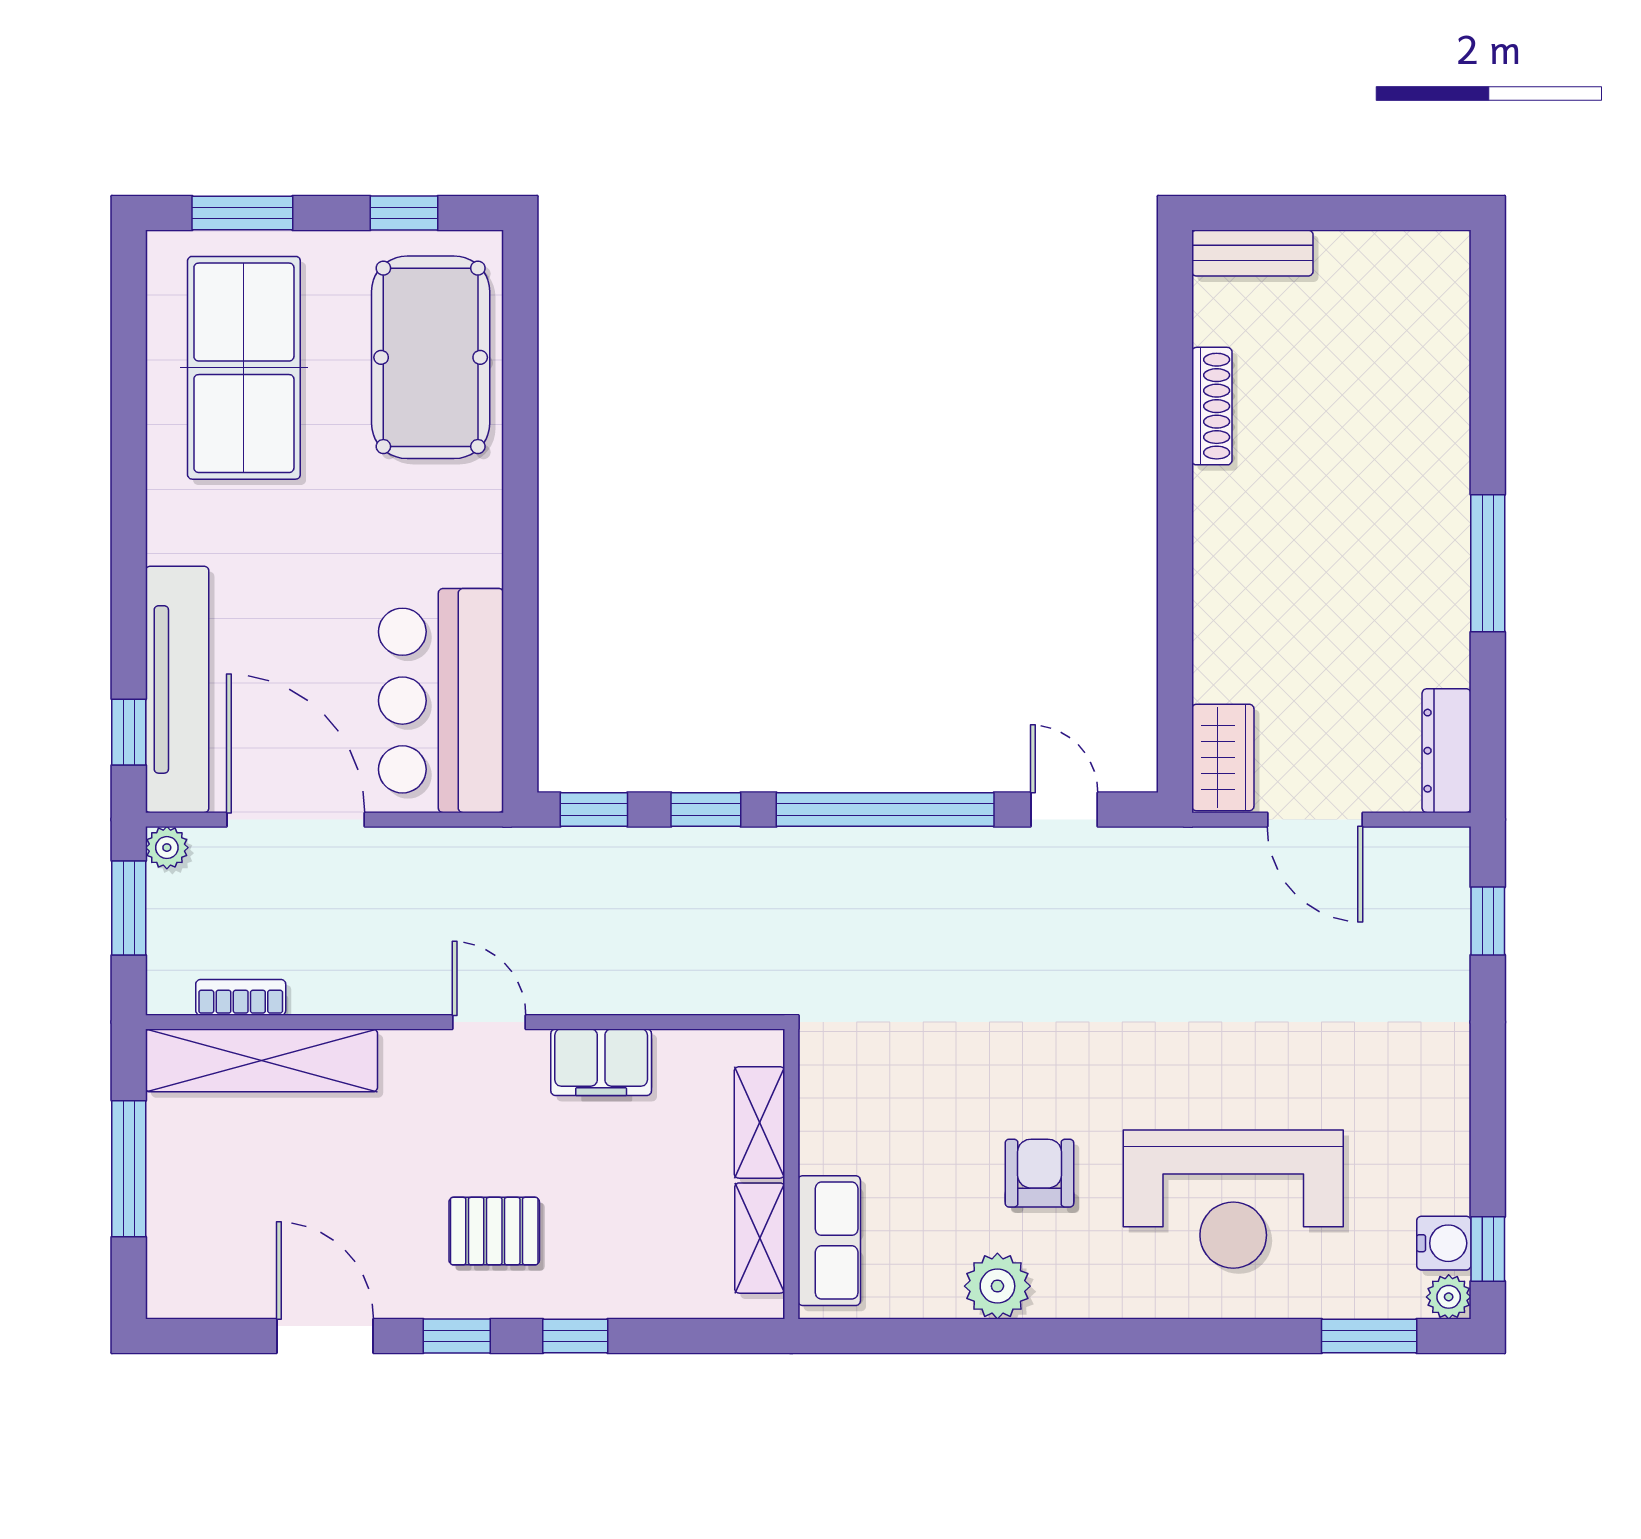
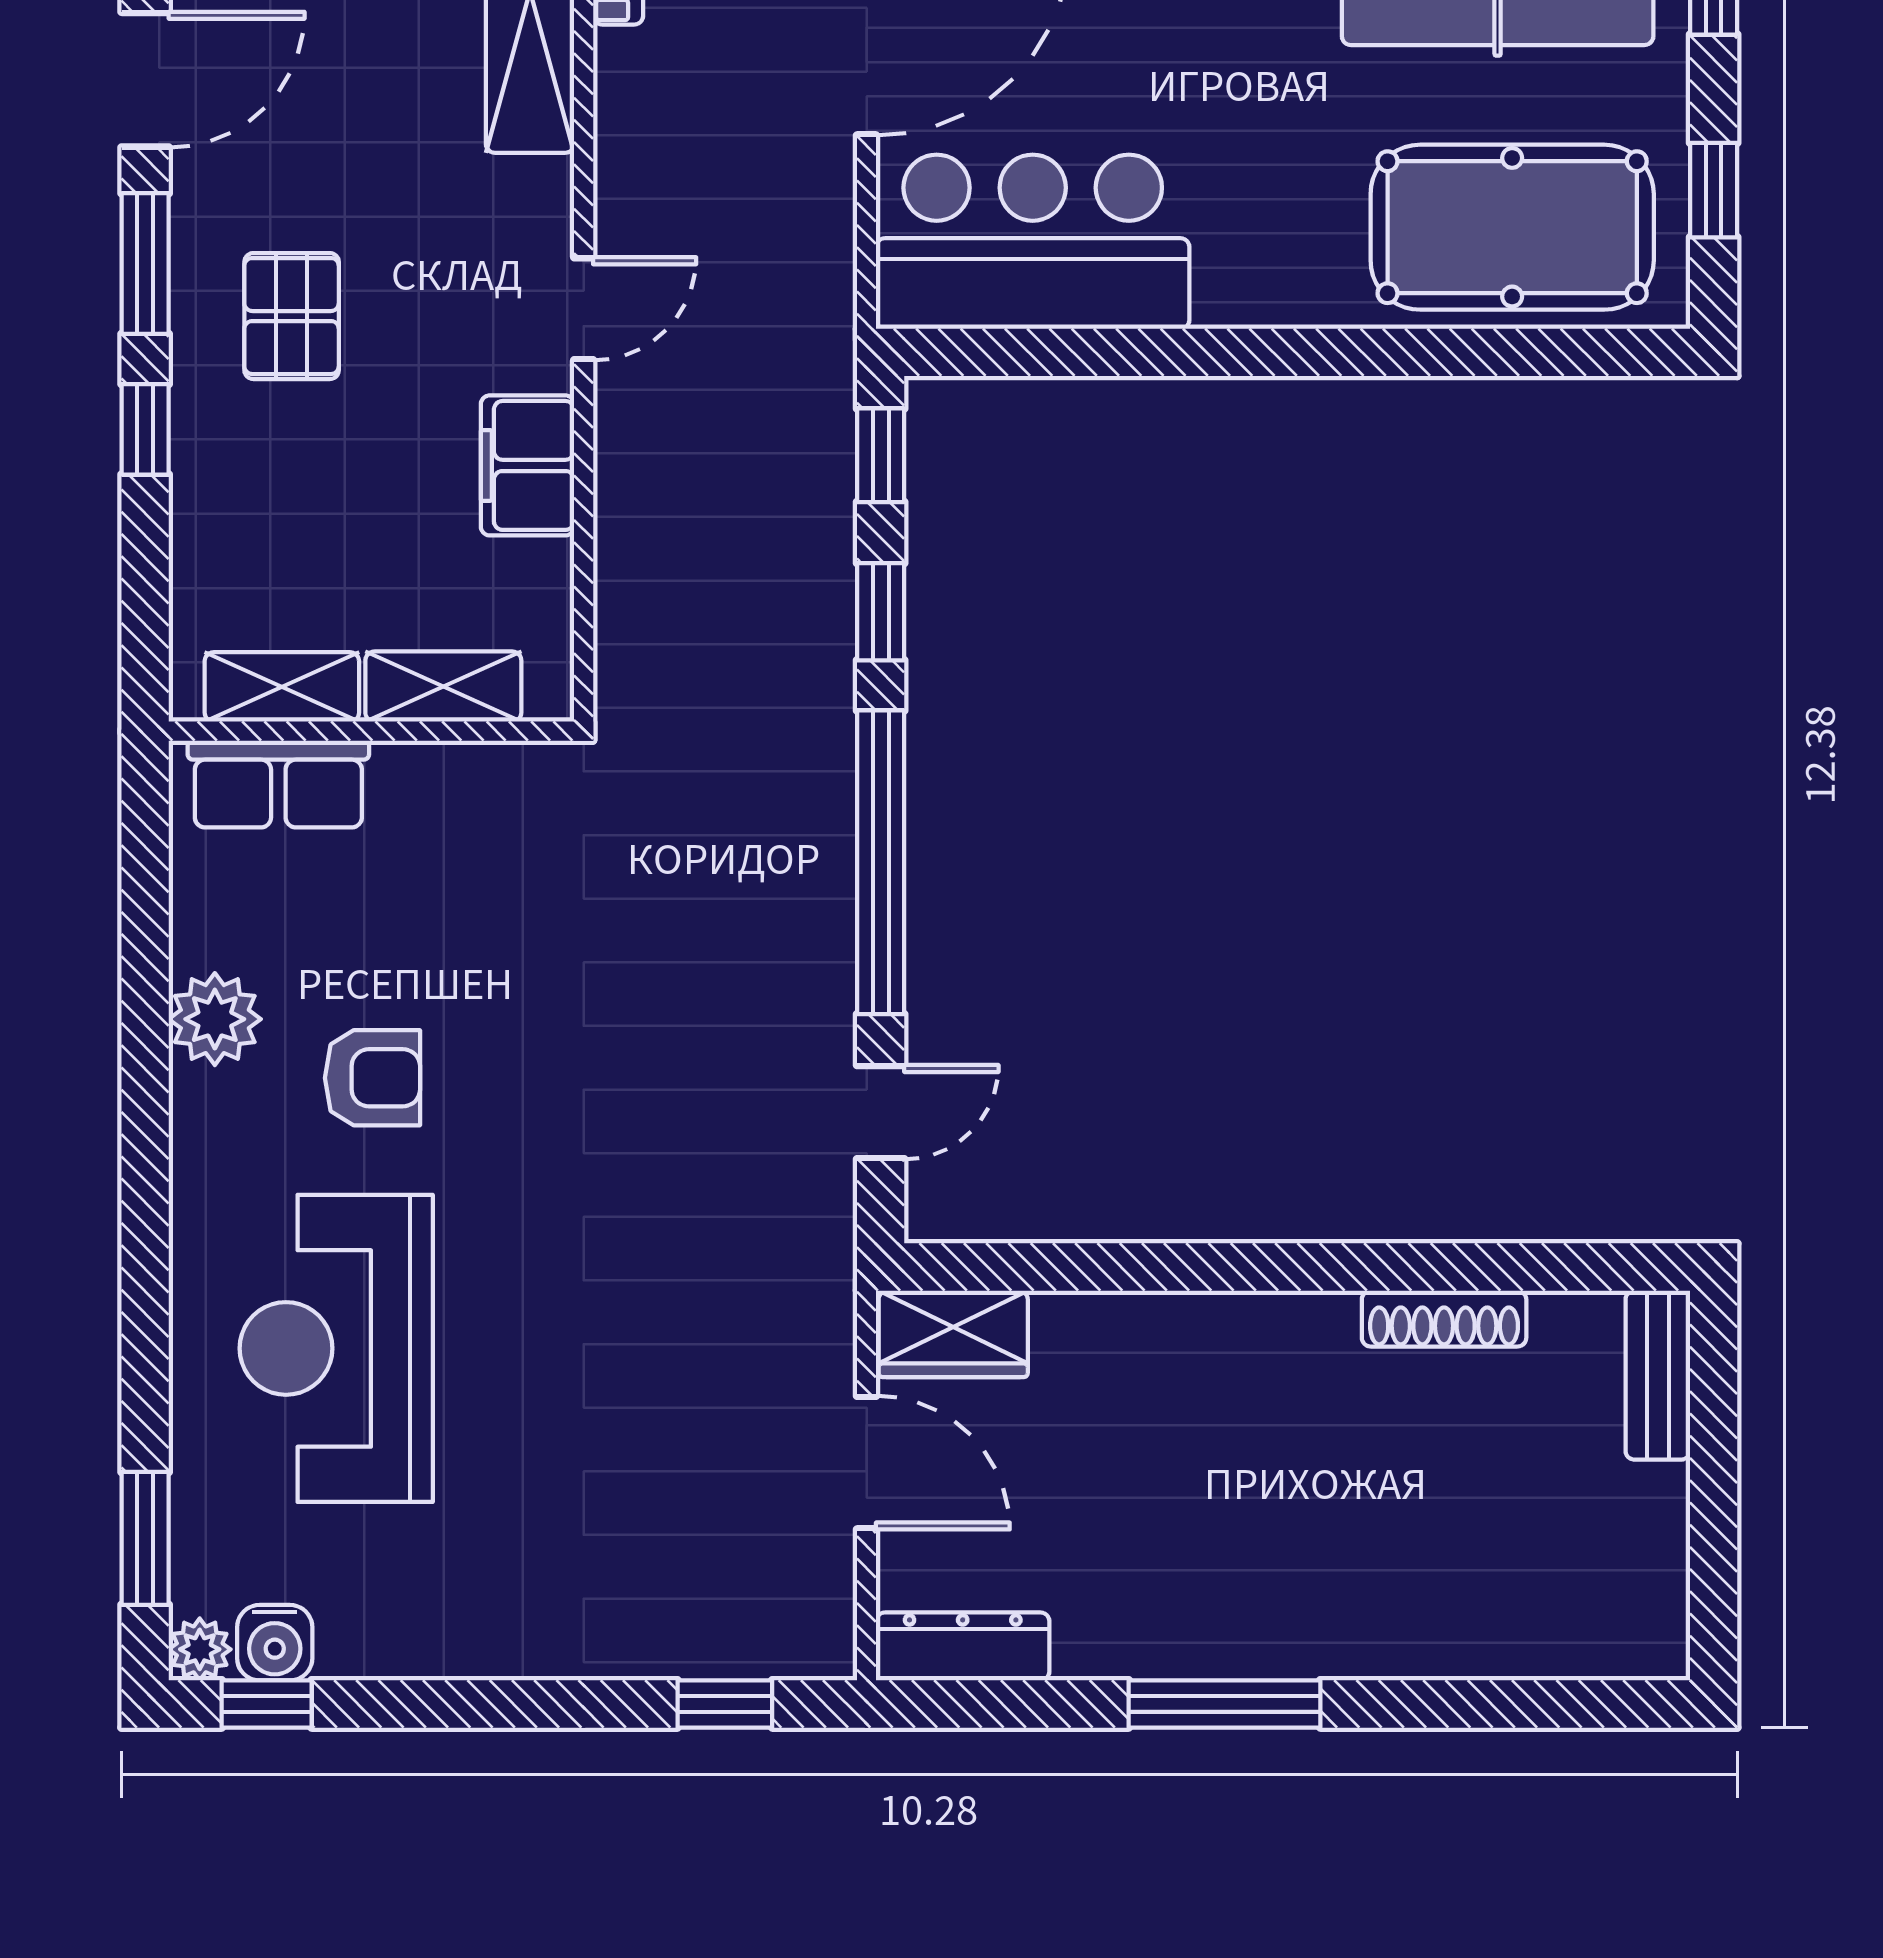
door: (1315, 820) -> (867, 1463), swing flipped
window: (457, 1336) -> (145, 264), width x1.50

